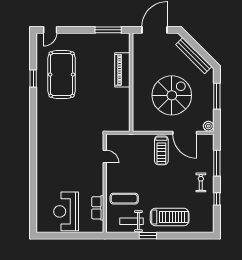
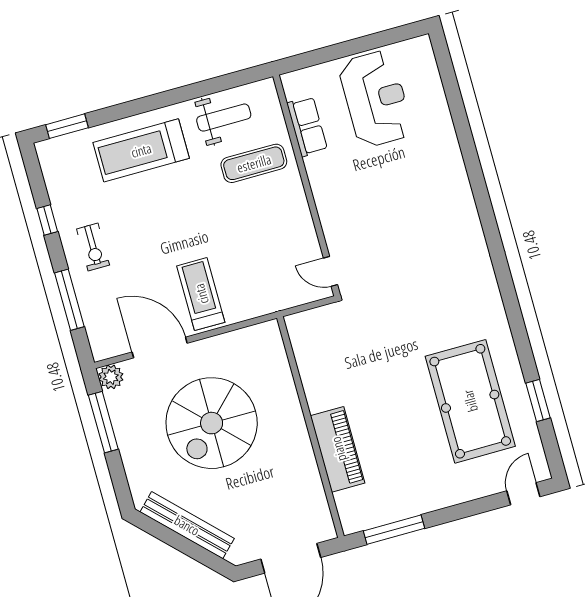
window: (33, 78) -> (538, 401), moved
window: (217, 96) -> (103, 422), moved
door: (105, 156) -> (330, 271), moved
window: (148, 236) -> (67, 126), moved

